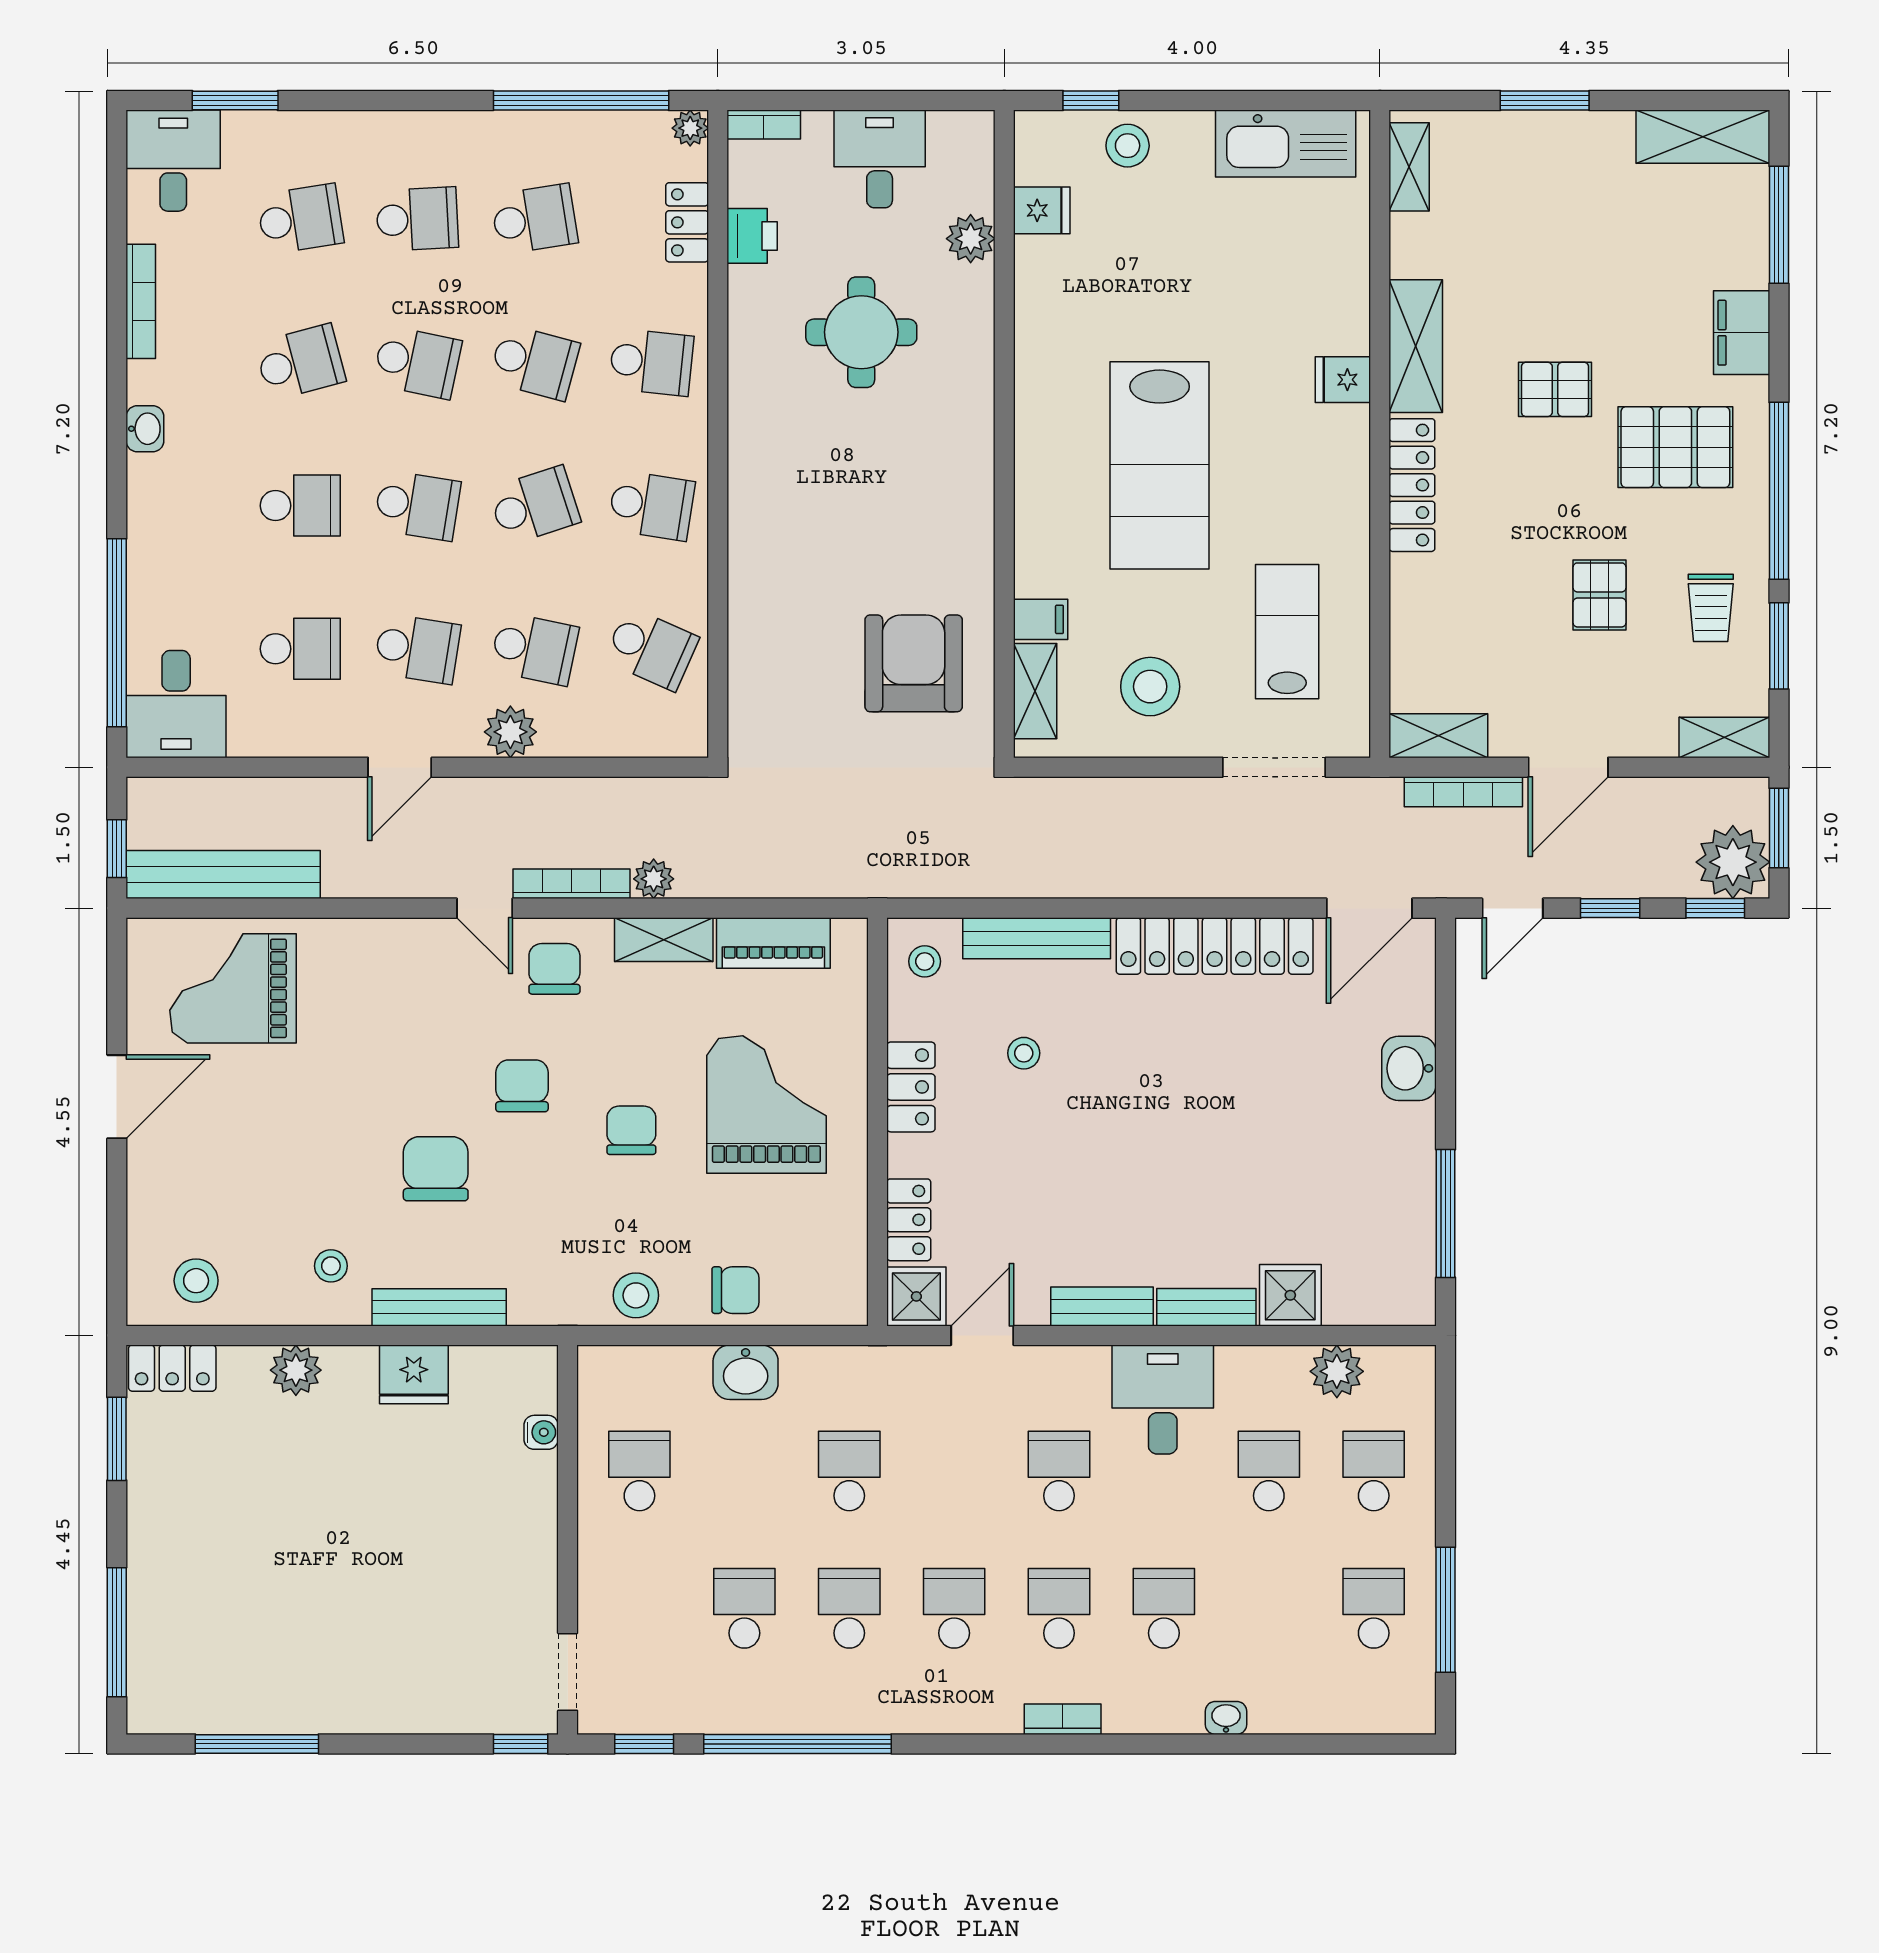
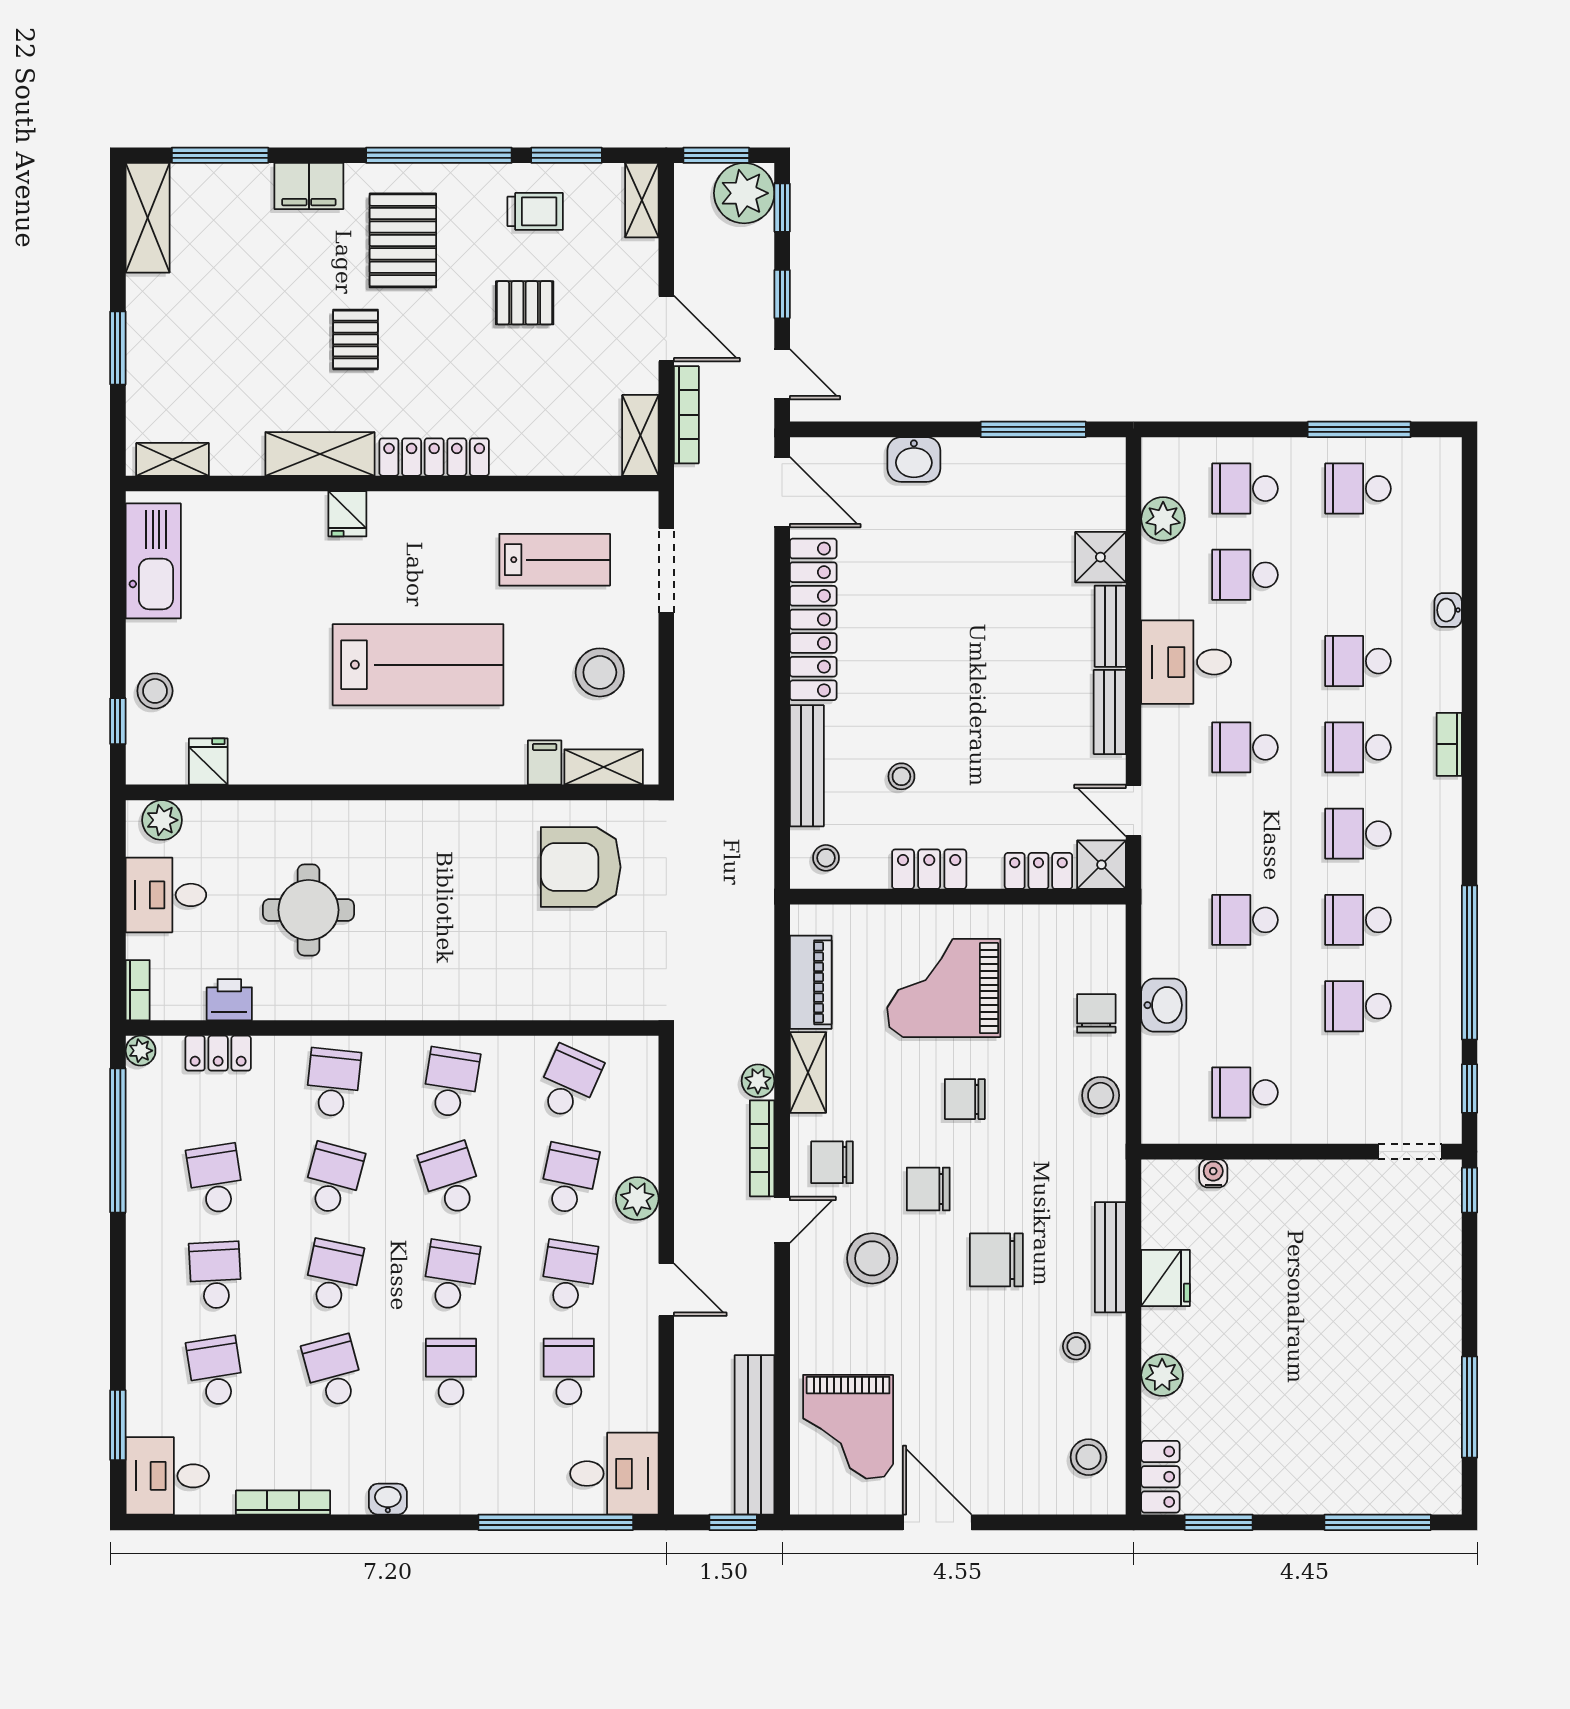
plant: (971, 239) -> (162, 820), moved
lab bench: (1287, 632) -> (555, 560), turned 180
stool: (438, 1018) -> (872, 1258), added

